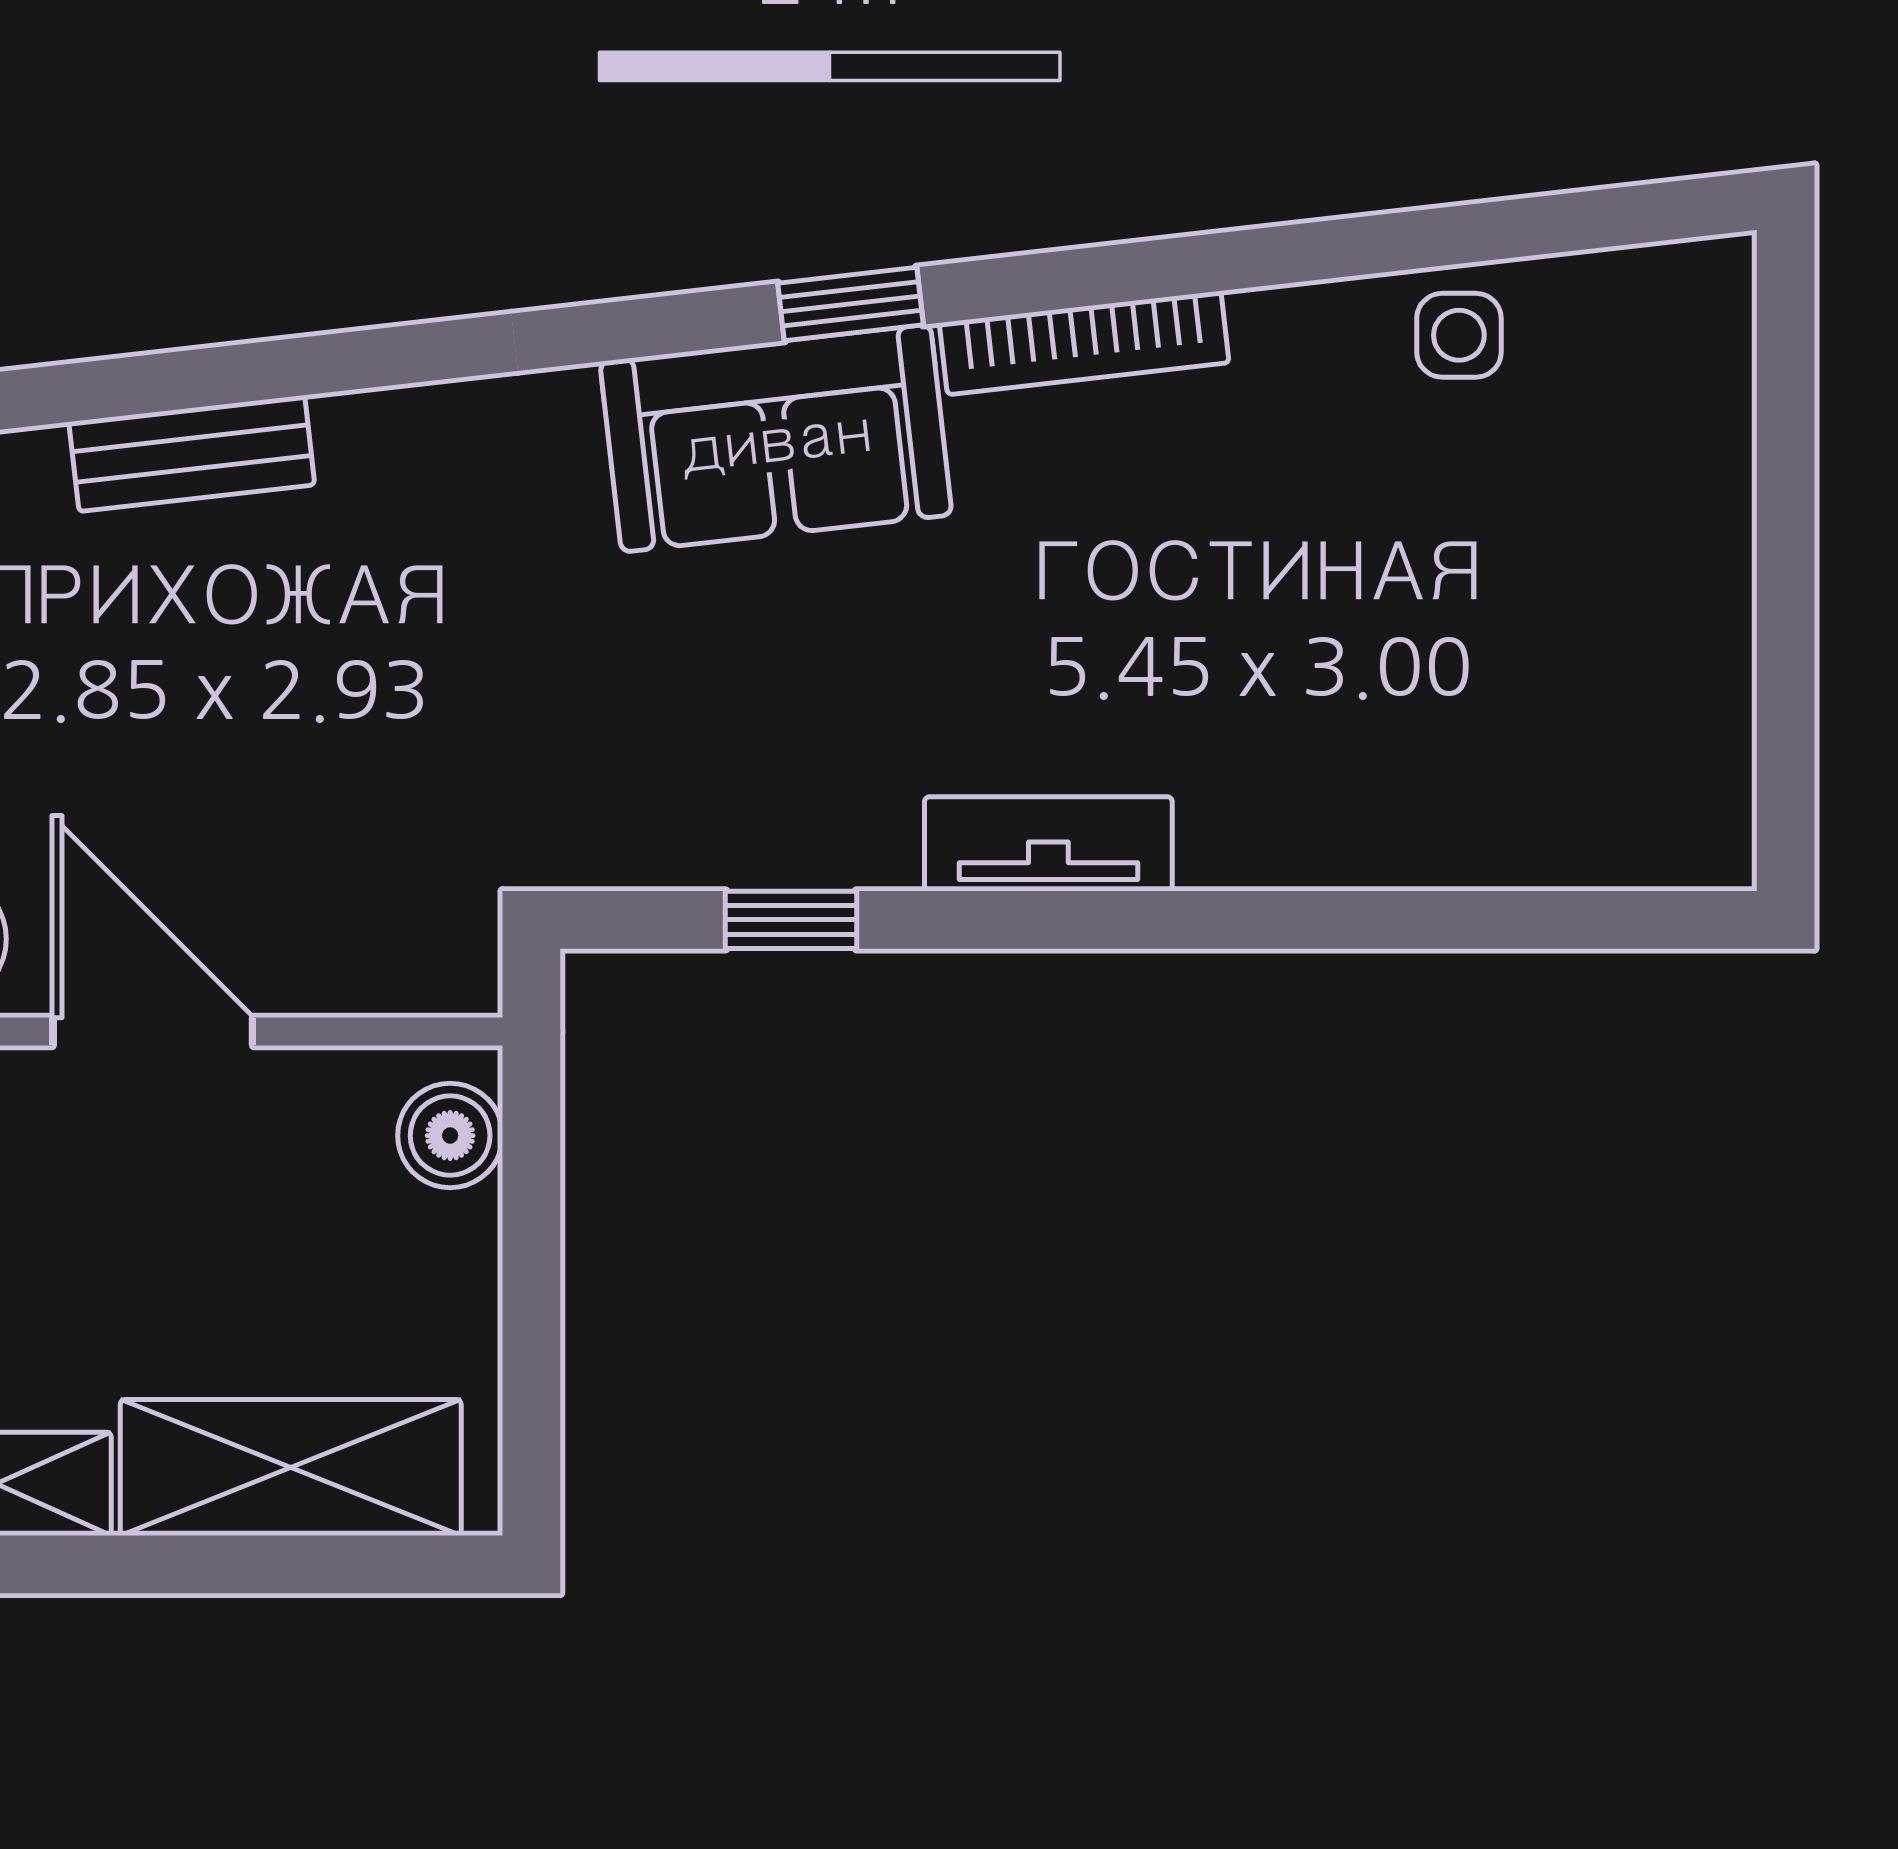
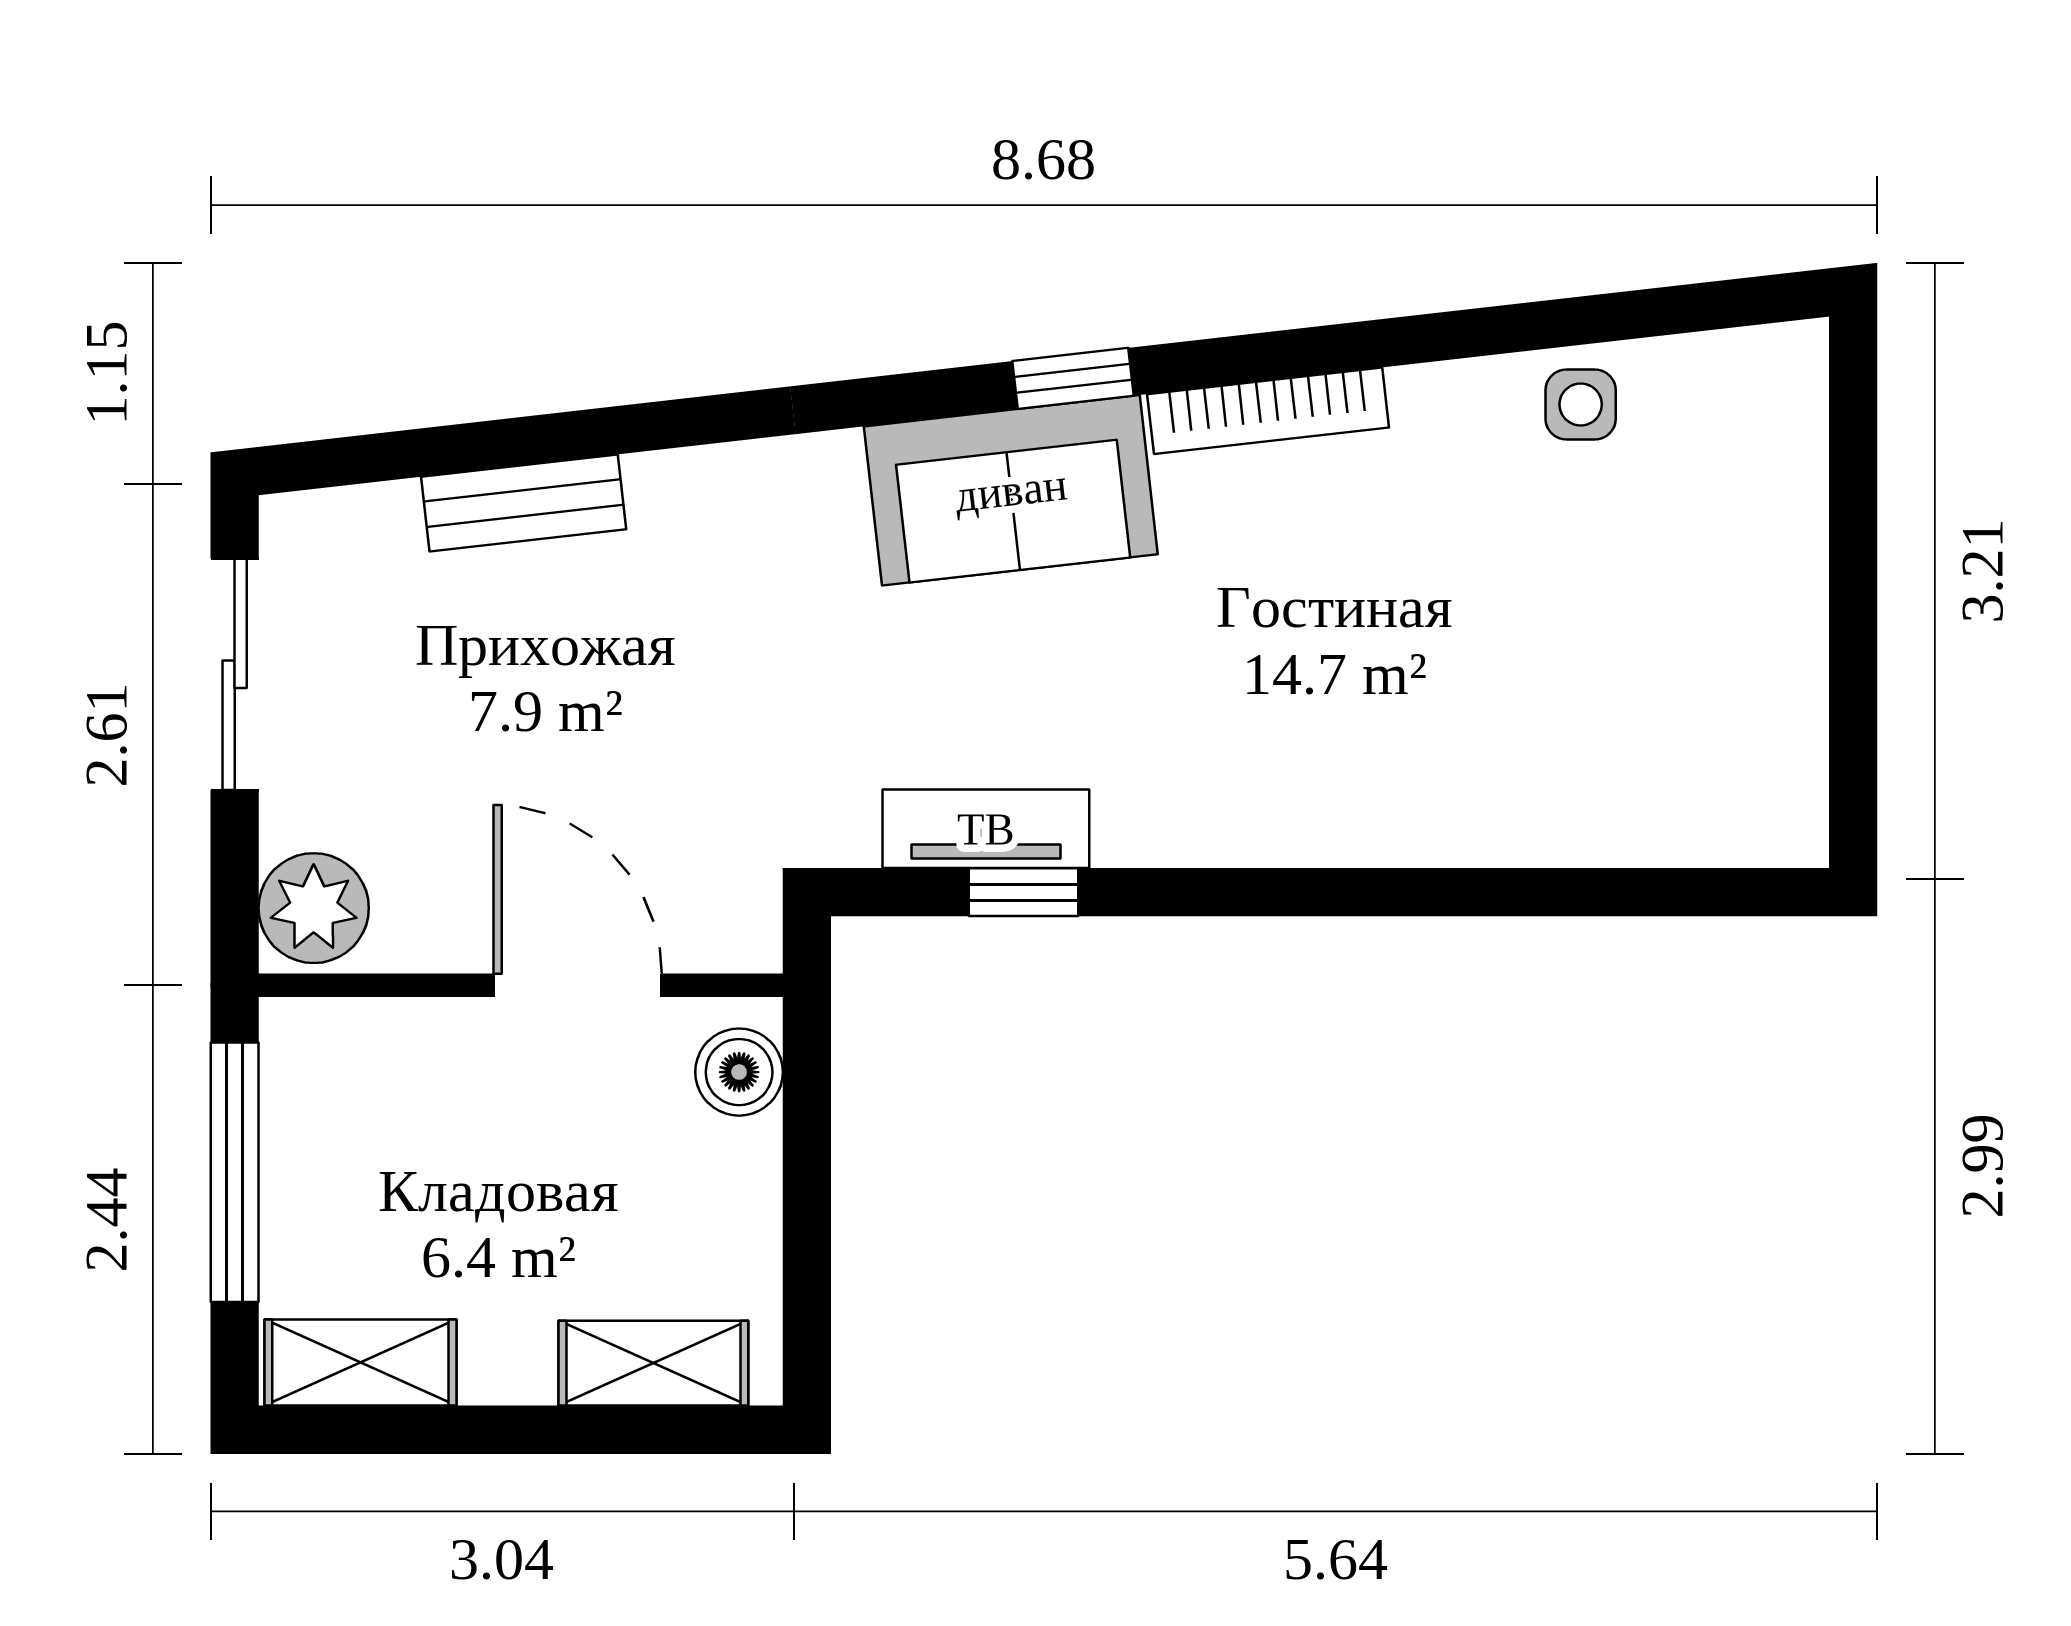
tv unit: (1048, 844) -> (986, 829), moved
door: (153, 1031) -> (578, 985), moved
shelving: (291, 1467) -> (653, 1363), width x0.67, depth x0.75

